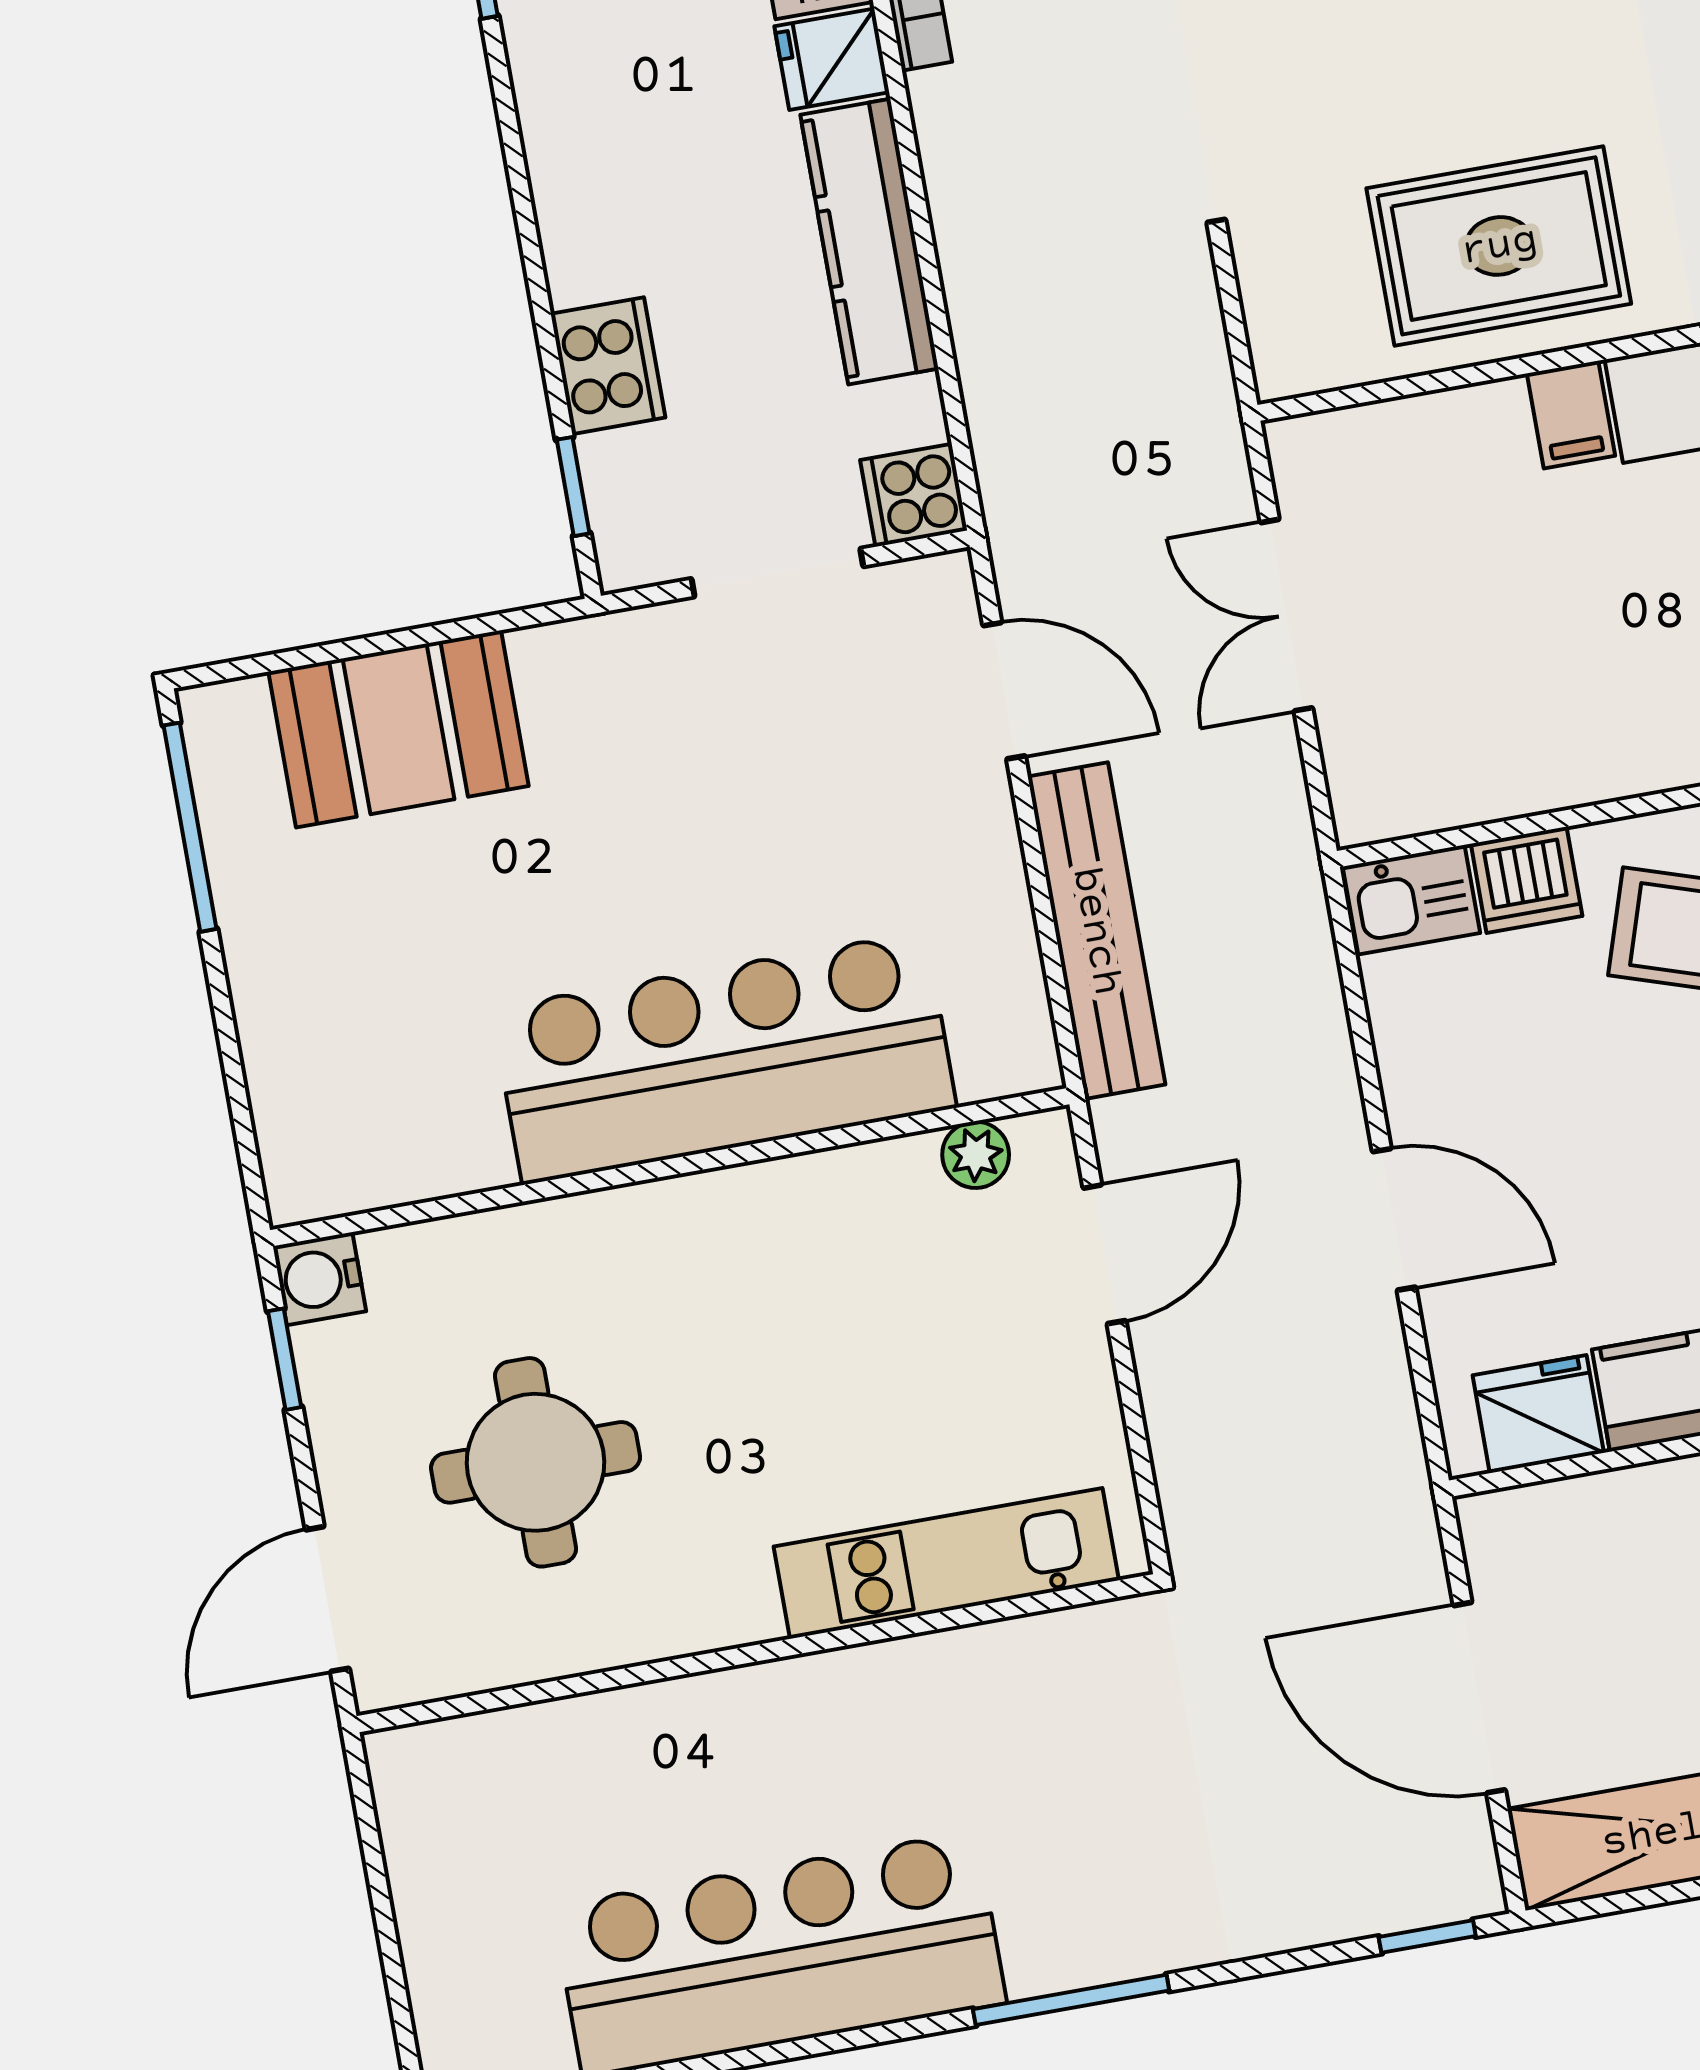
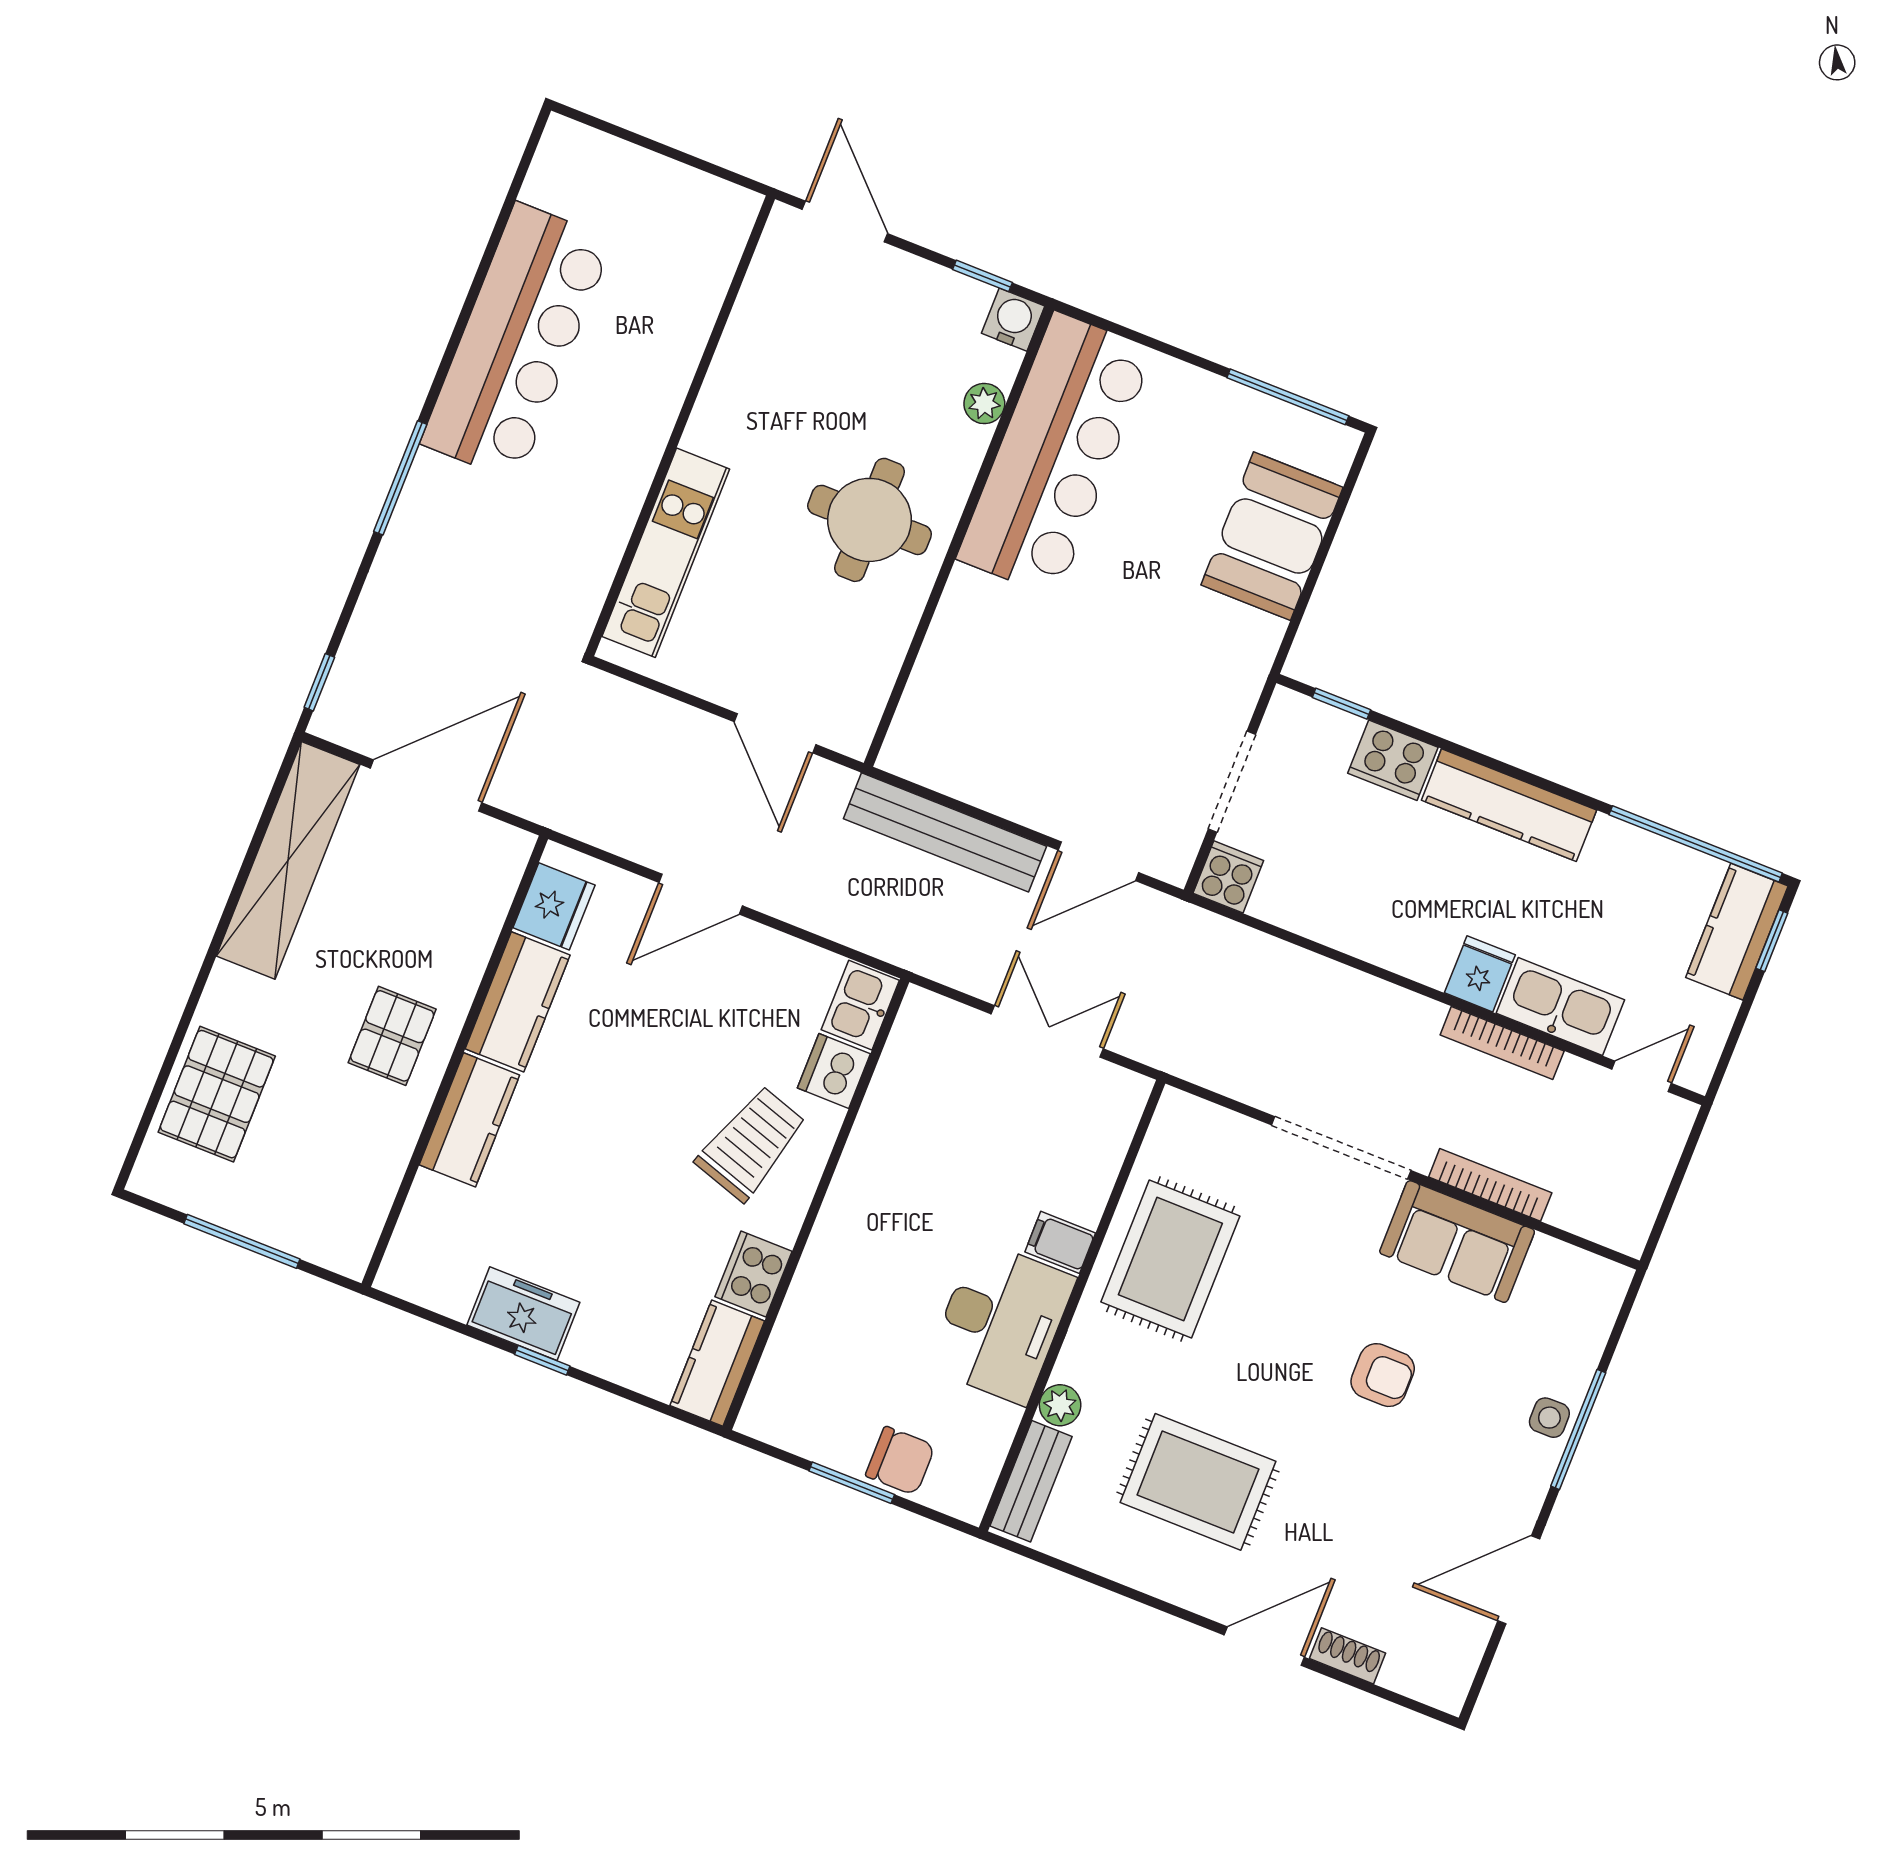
kitchen counter: (869, 242) -> (1509, 805), moved, turned 180
bar counter: (724, 1058) -> (1055, 454), moved
plant: (976, 1155) -> (984, 404), moved
round table: (536, 1462) -> (870, 520), moved

